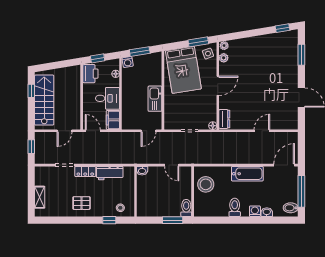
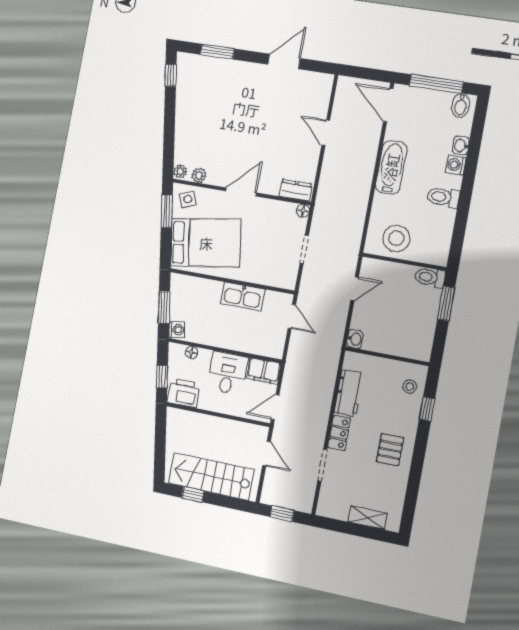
door: (218, 86) -> (241, 192), hinge flipped

